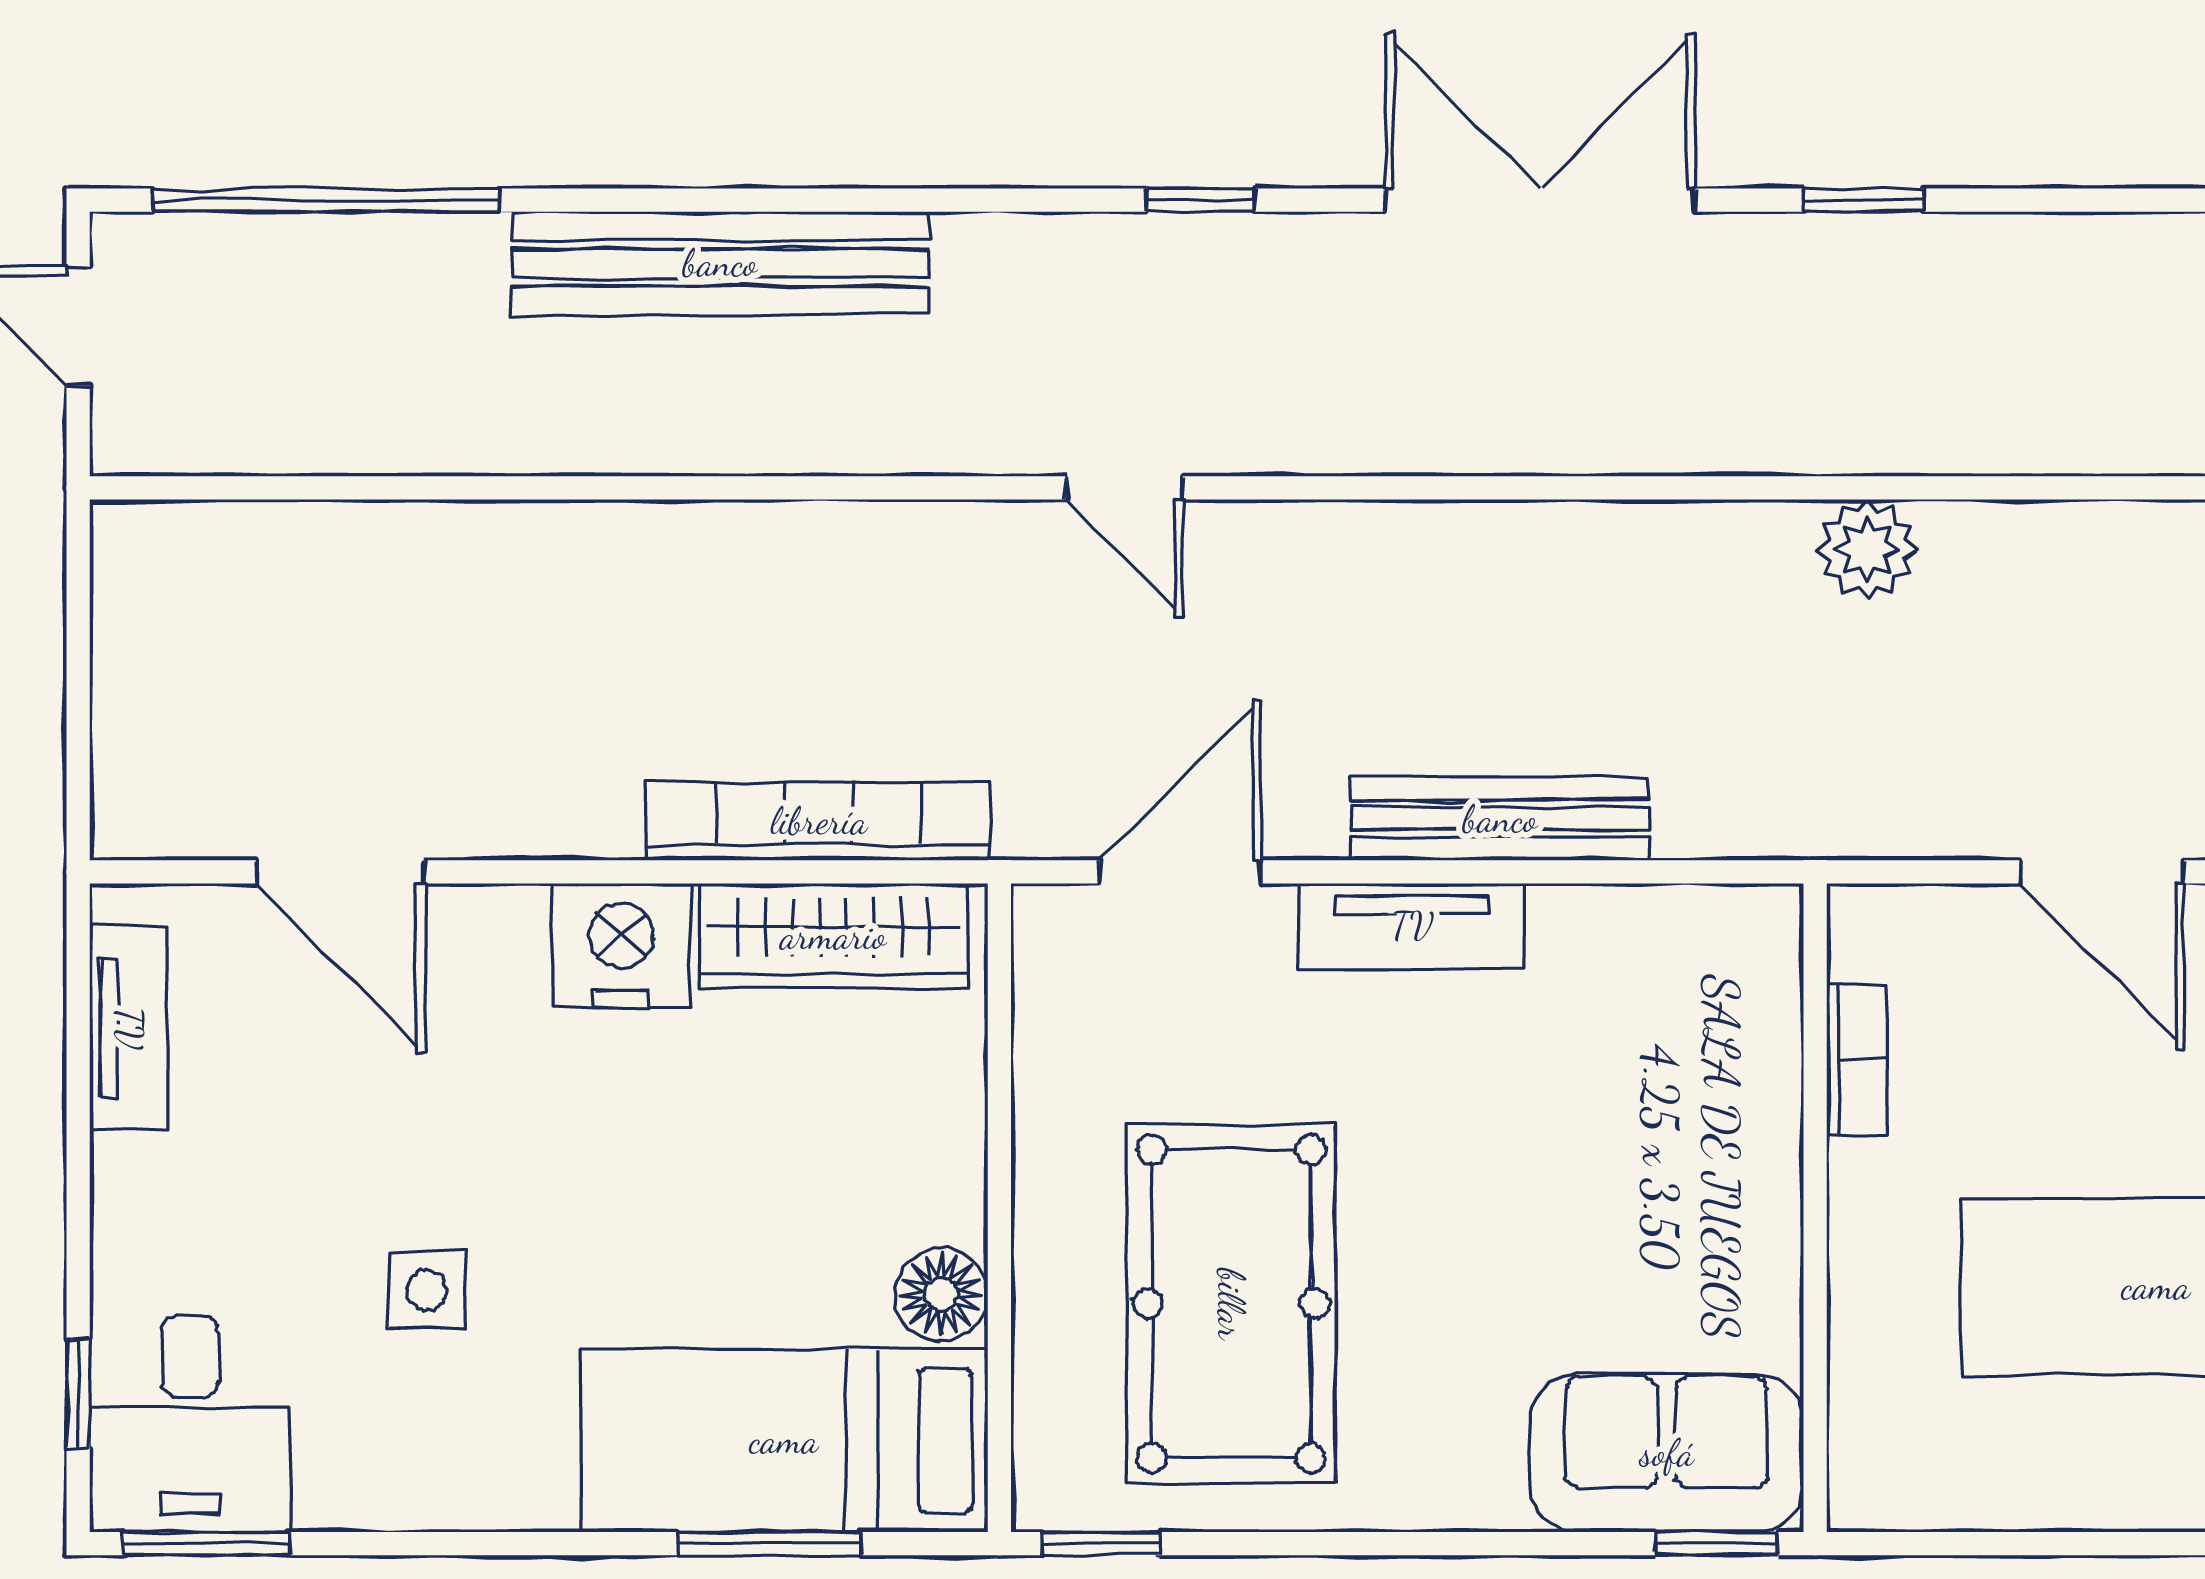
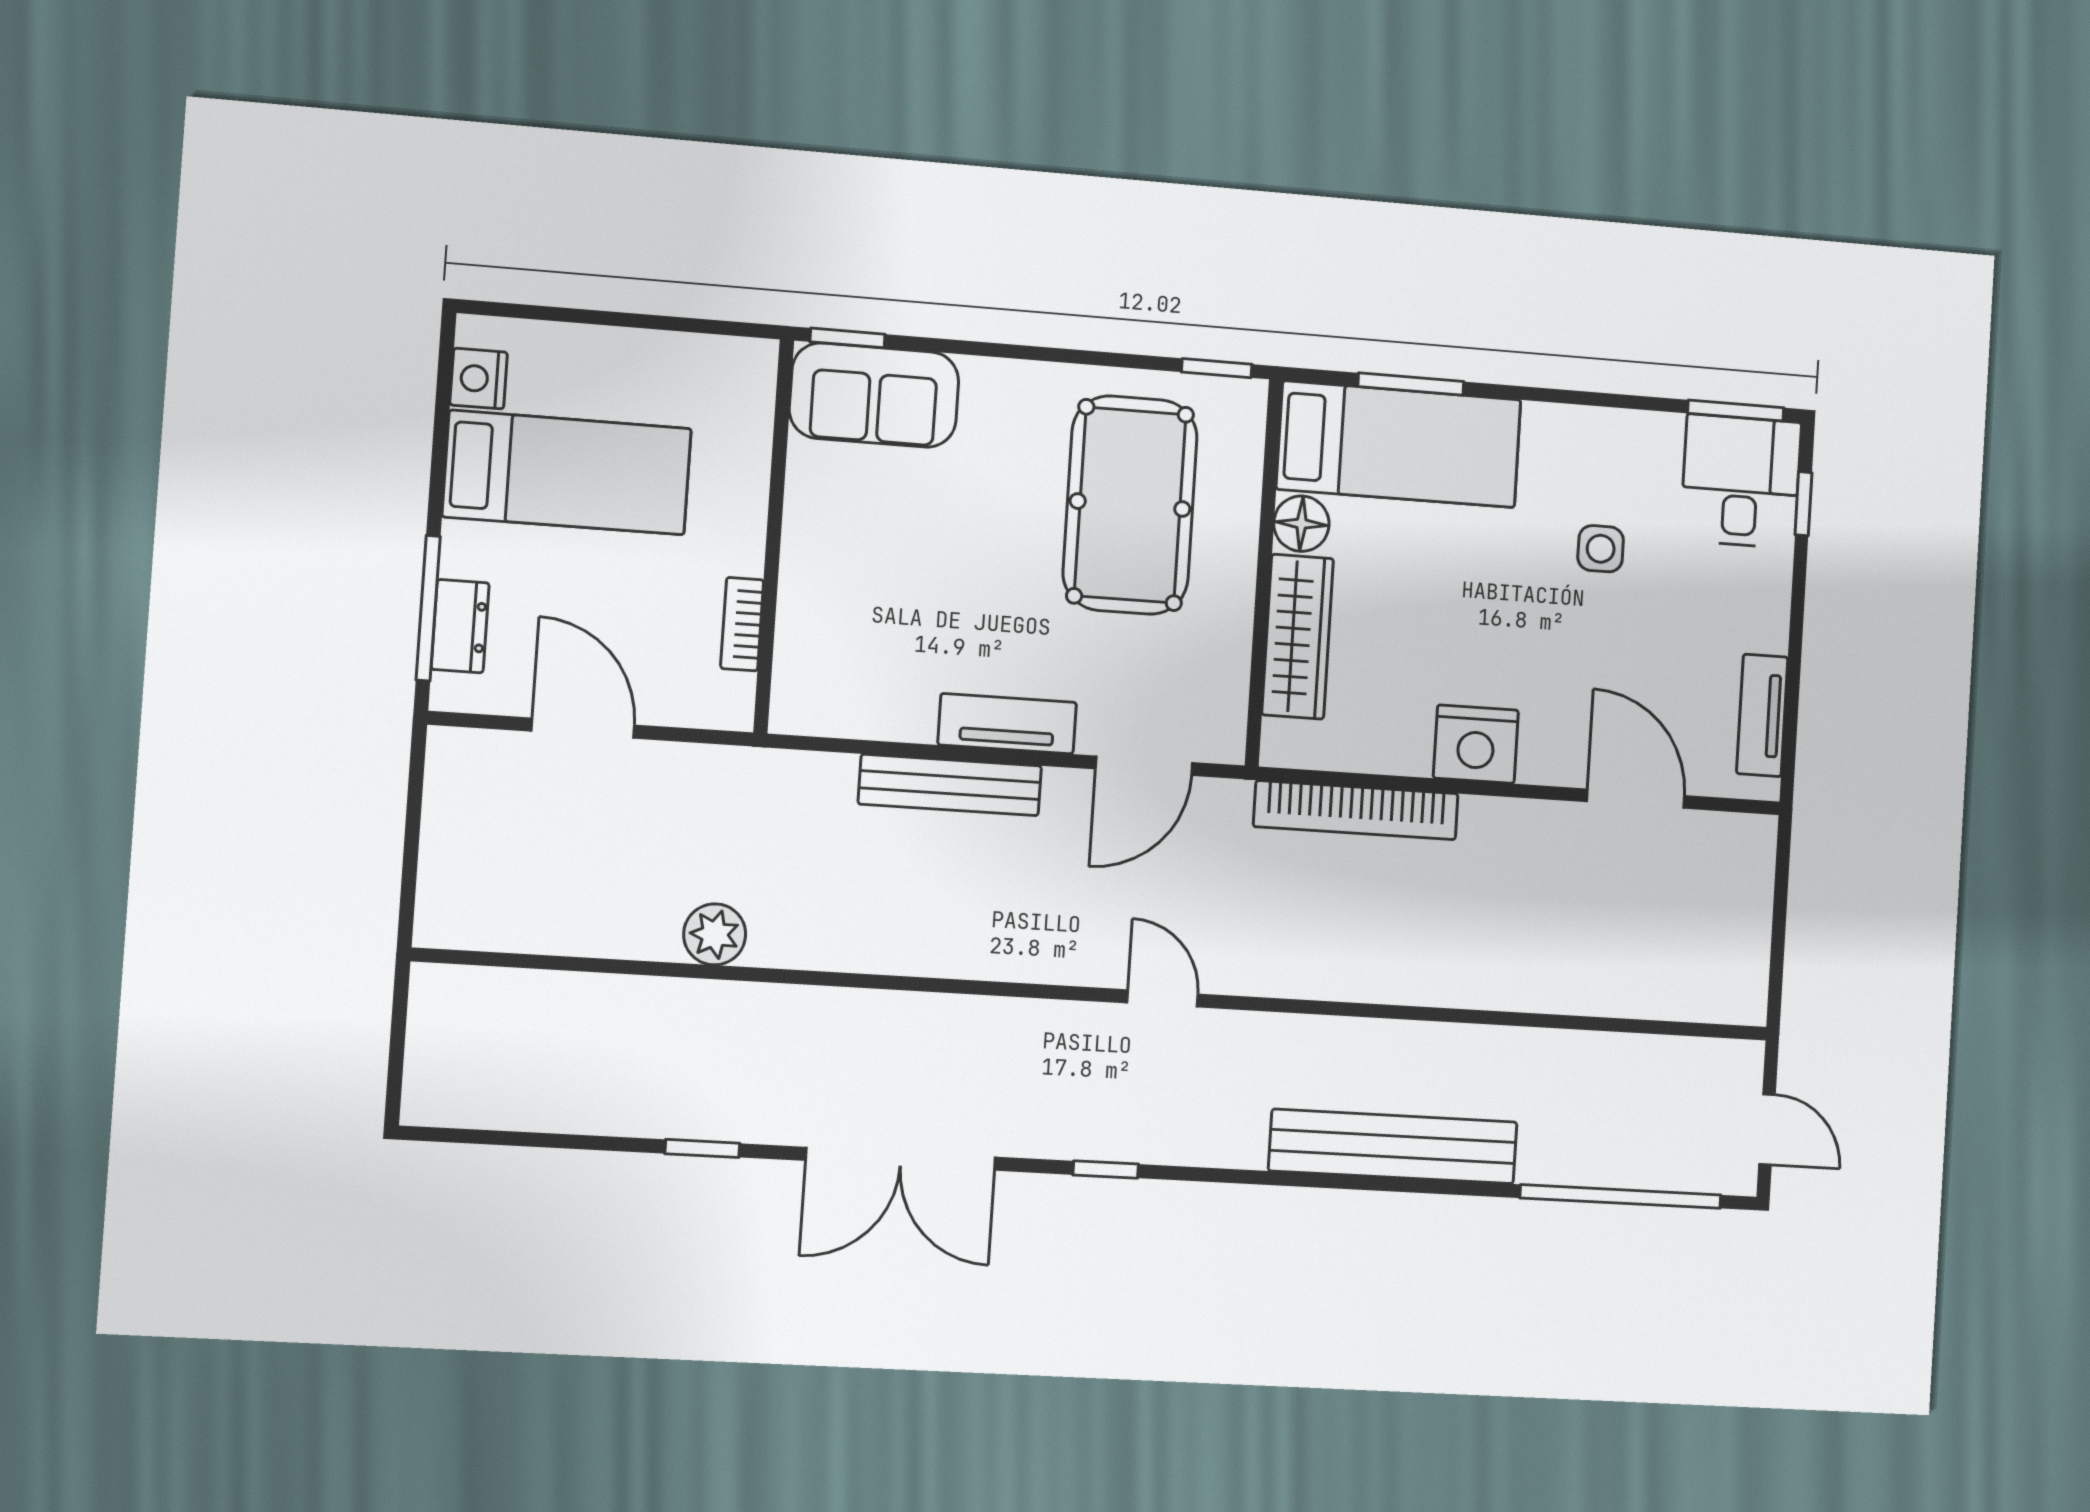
wardrobe: (833, 936) -> (1298, 637), moved, turned 90

